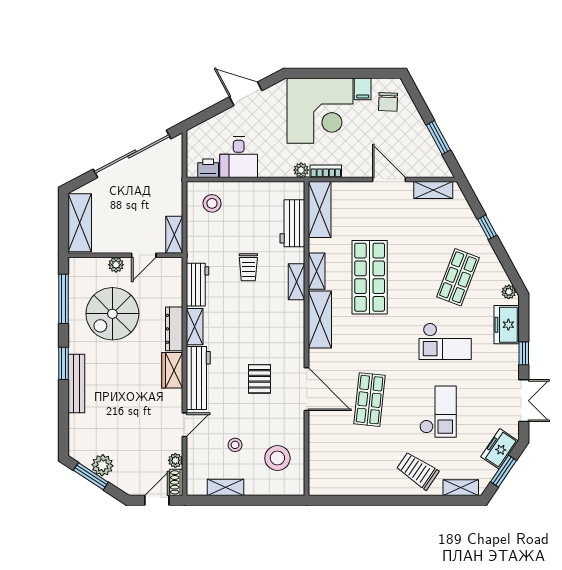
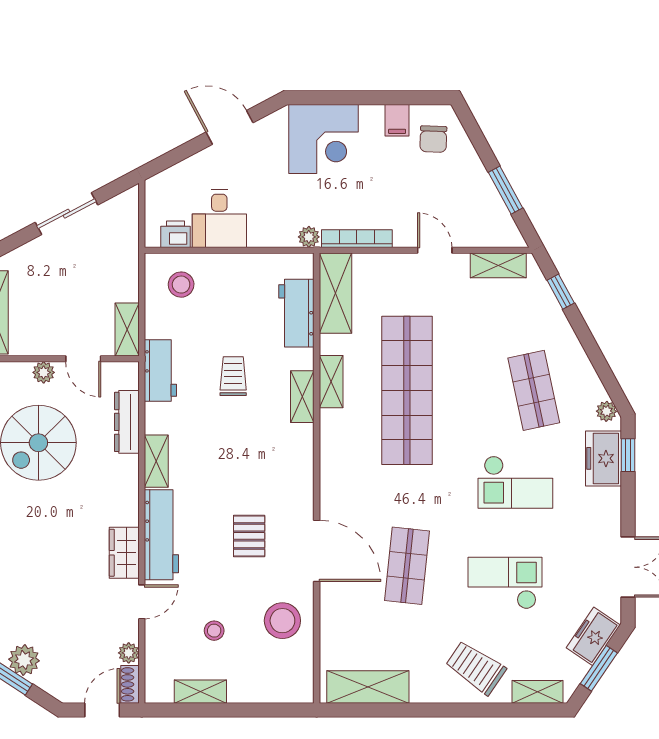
corner desk: (320, 111) -> (324, 139), width x0.74, depth x0.74
sliding door: (132, 154) -> (66, 214), width x0.54
bookcase: (326, 171) -> (357, 239), width x1.56
door: (389, 179) -> (435, 250), width x0.73
window: (487, 227) -> (561, 292), moved
door: (144, 255) -> (83, 359), hinge flipped
trolley: (248, 267) -> (233, 376), turned 180
shop shelf: (370, 277) -> (407, 390), width x1.40
shop shelf: (458, 277) -> (534, 390), turned -33
workbench: (198, 285) -> (160, 371), moved
shelving: (320, 319) -> (368, 687), moved, turned 90
dresser: (174, 329) -> (127, 422), moved
window: (524, 353) -> (628, 455), moved
wardrobe: (172, 370) -> (124, 553), moved
checkout: (438, 412) -> (505, 583), turned -90
stool: (277, 458) -> (282, 621), moved

